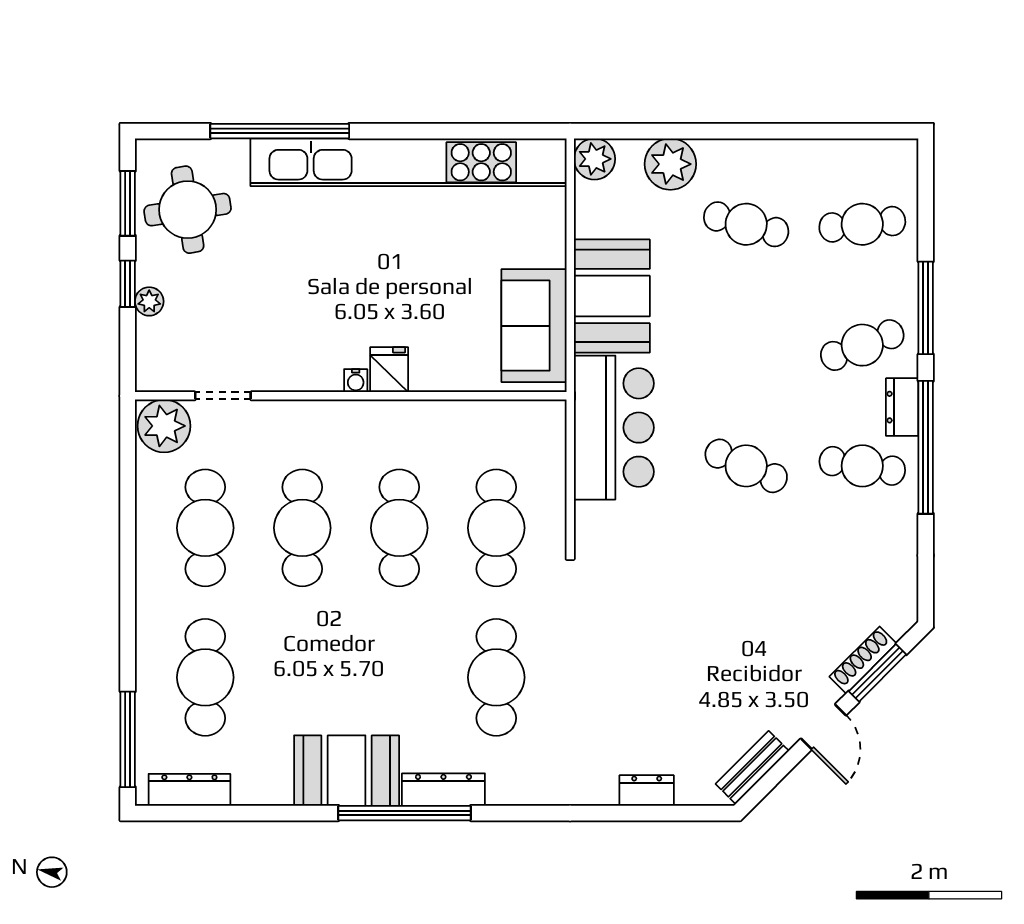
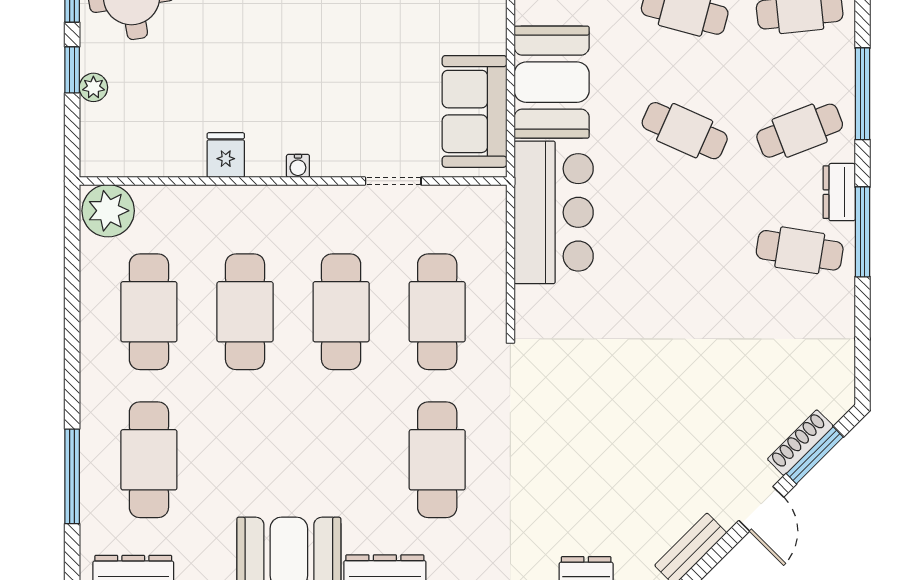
fridge: (389, 370) -> (226, 155), moved
doorway: (223, 396) -> (393, 181), moved
window: (926, 447) -> (863, 232), width x0.68
cafe table: (746, 466) -> (685, 131), moved
window: (128, 739) -> (72, 476), moved

